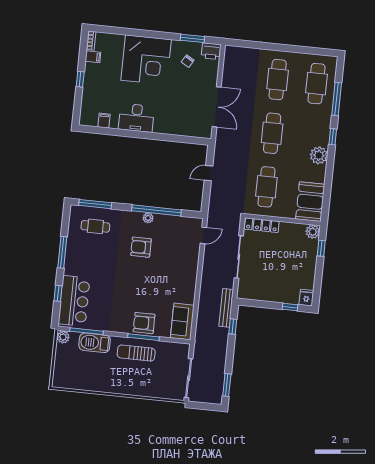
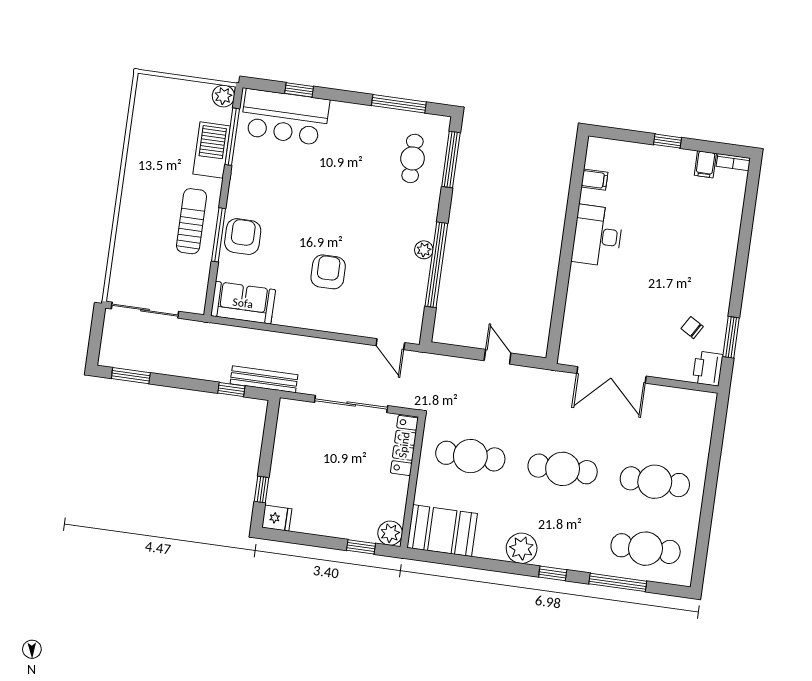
corner desk: (146, 60) -> (697, 256), removed
armchair: (141, 247) -> (328, 272), moved
window: (62, 252) -> (399, 104), moved

